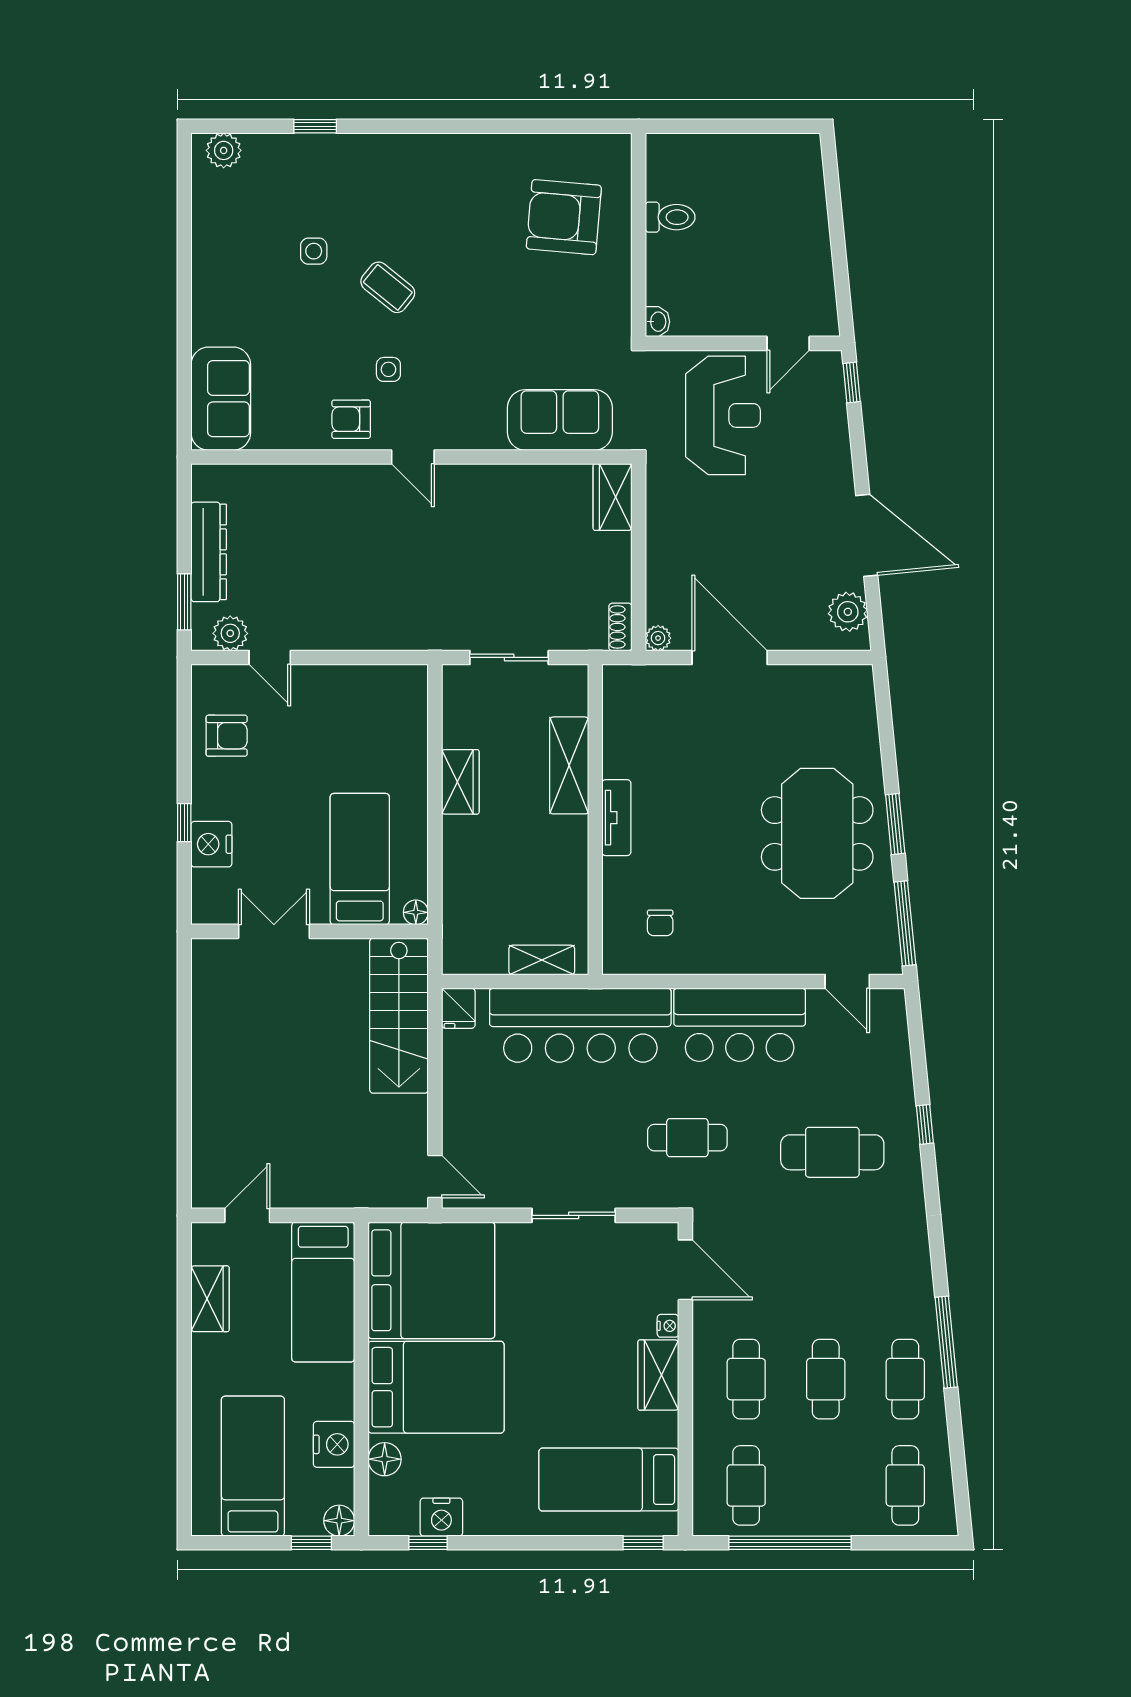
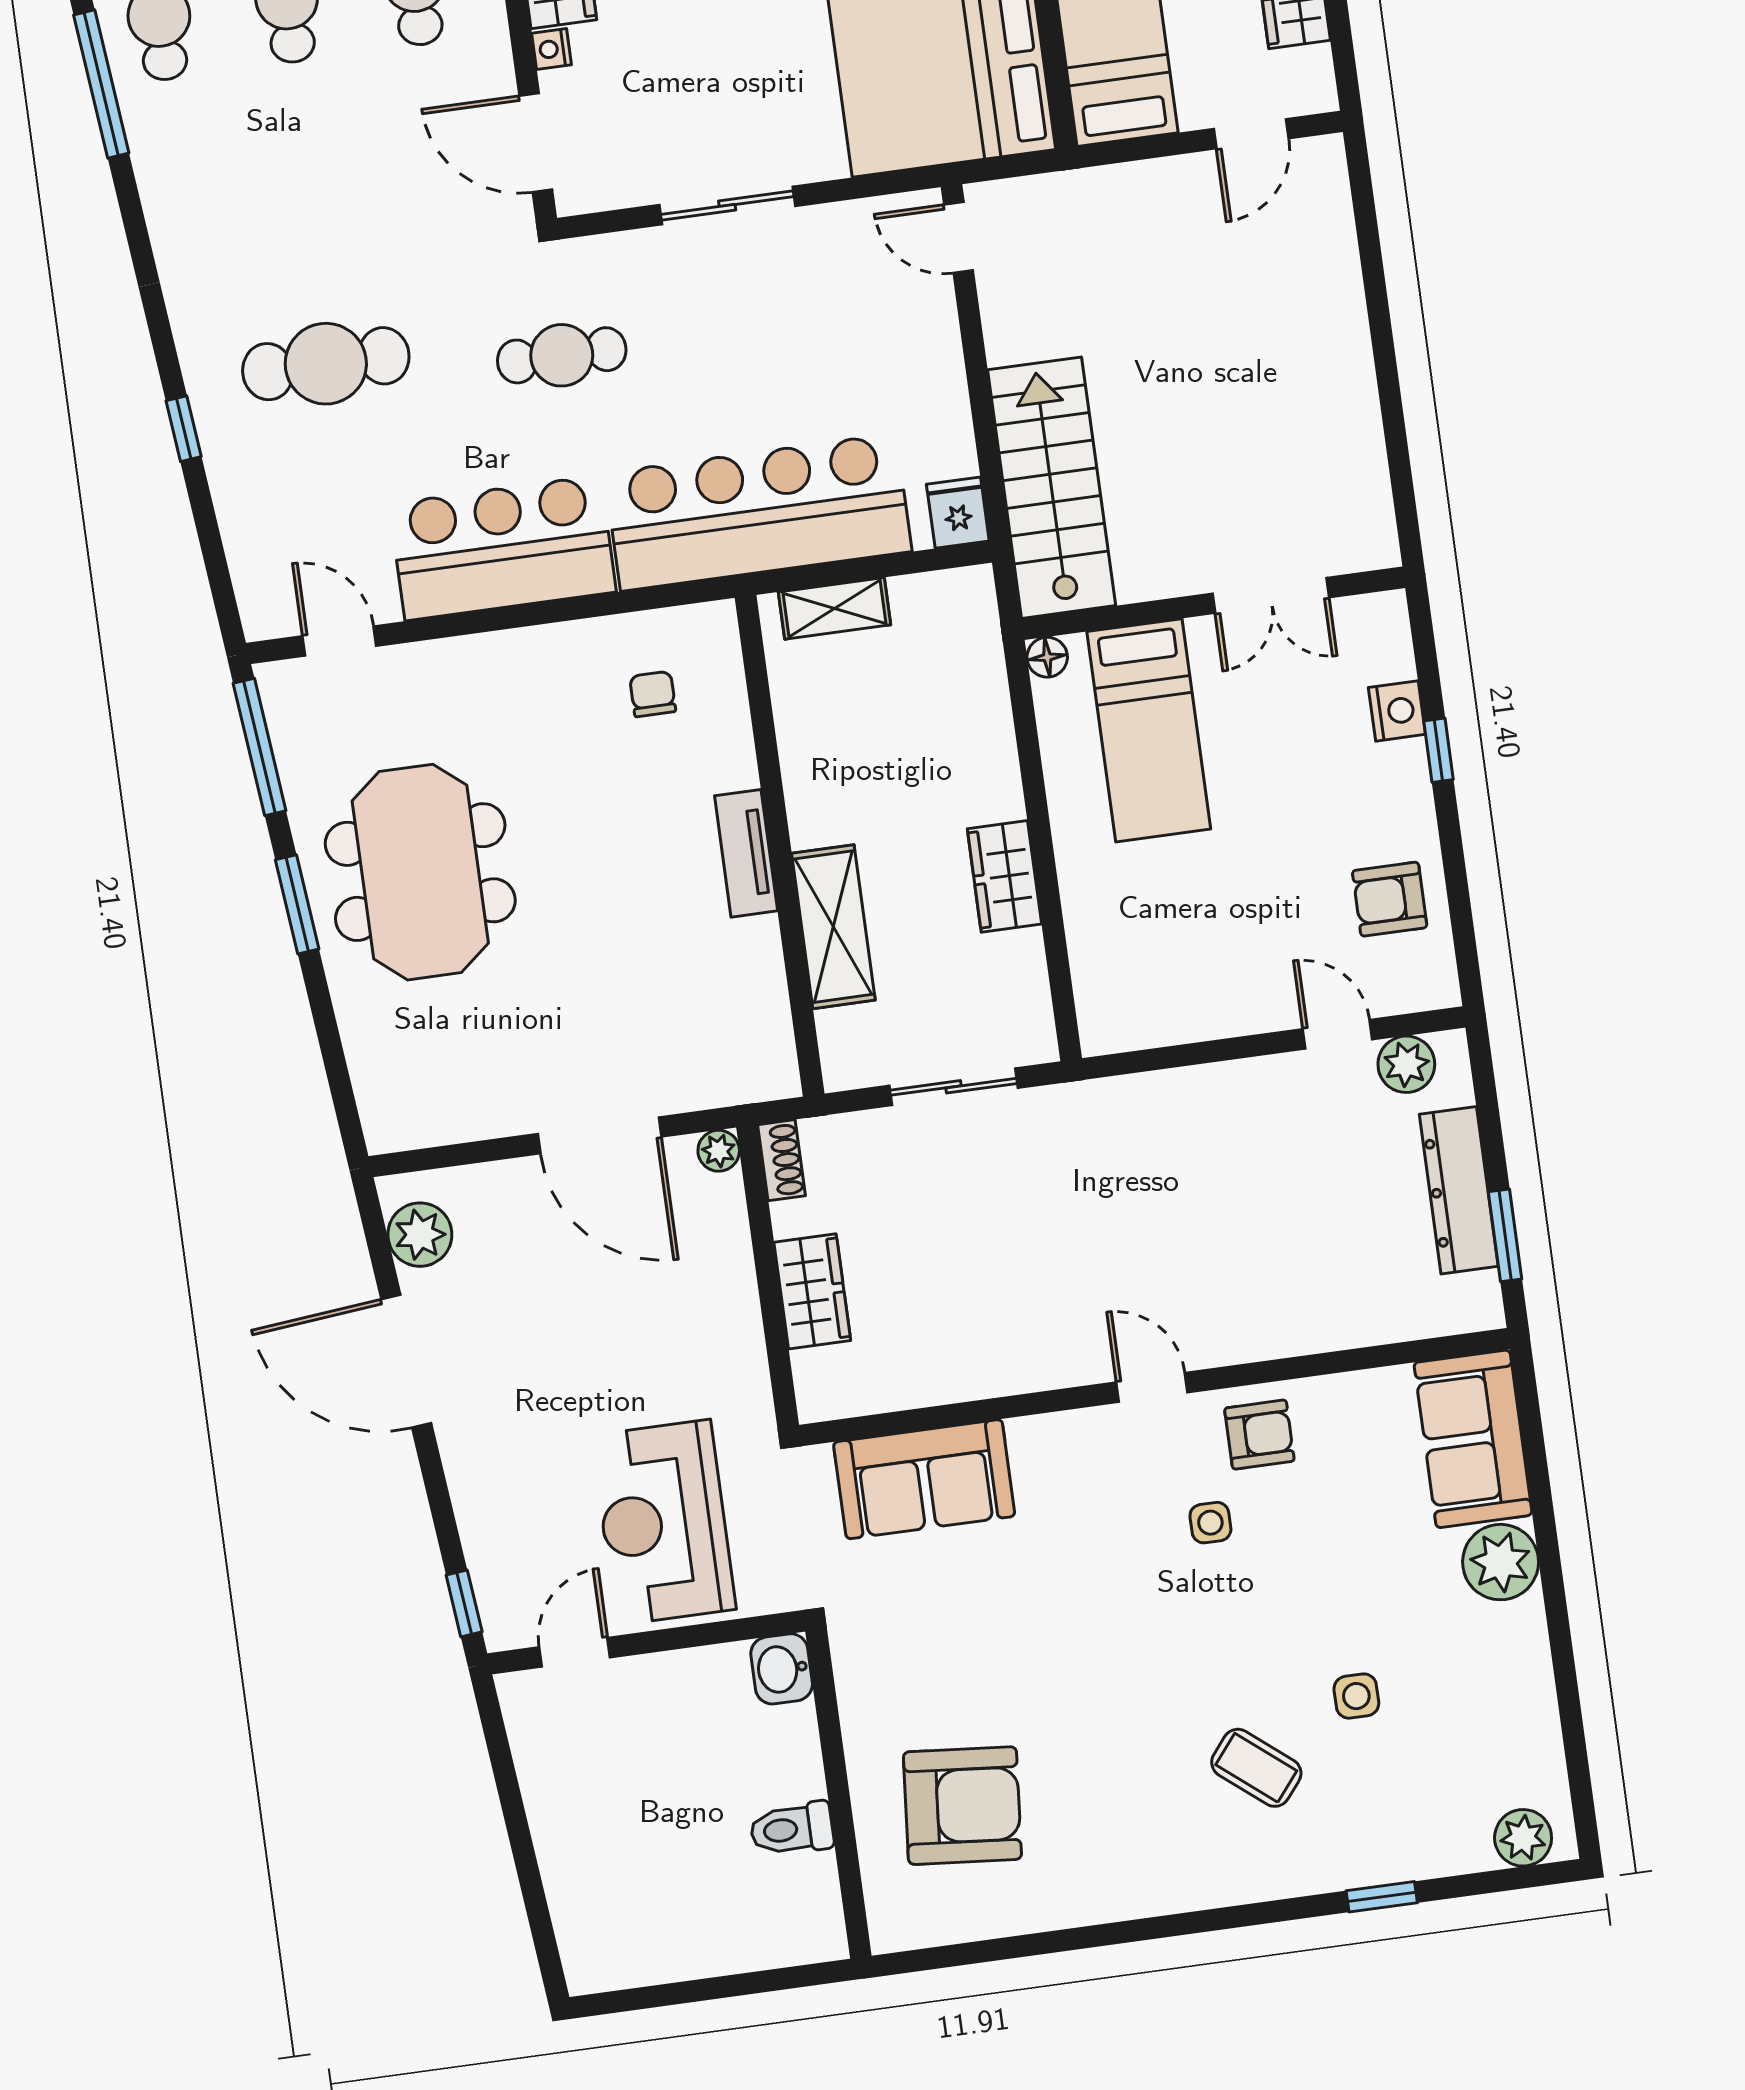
coffee table: (388, 287) -> (1256, 1768), moved
plant: (214, 321) -> (1501, 1562), added
washbasin: (658, 322) -> (782, 1669), width x1.38, depth x1.45
wardrobe: (613, 497) -> (812, 1291), moved
window: (184, 602) -> (1505, 1235), moved
nightstand: (211, 844) -> (1397, 711), width x0.74, depth x0.75

